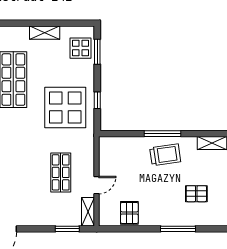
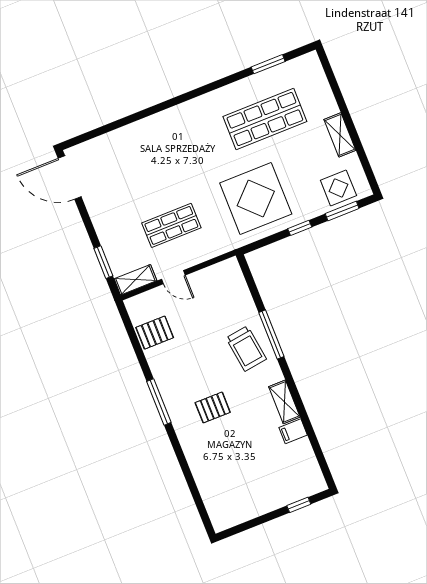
window: (97, 100) -> (300, 228), moved
pallet: (196, 194) -> (213, 407), turned 90

